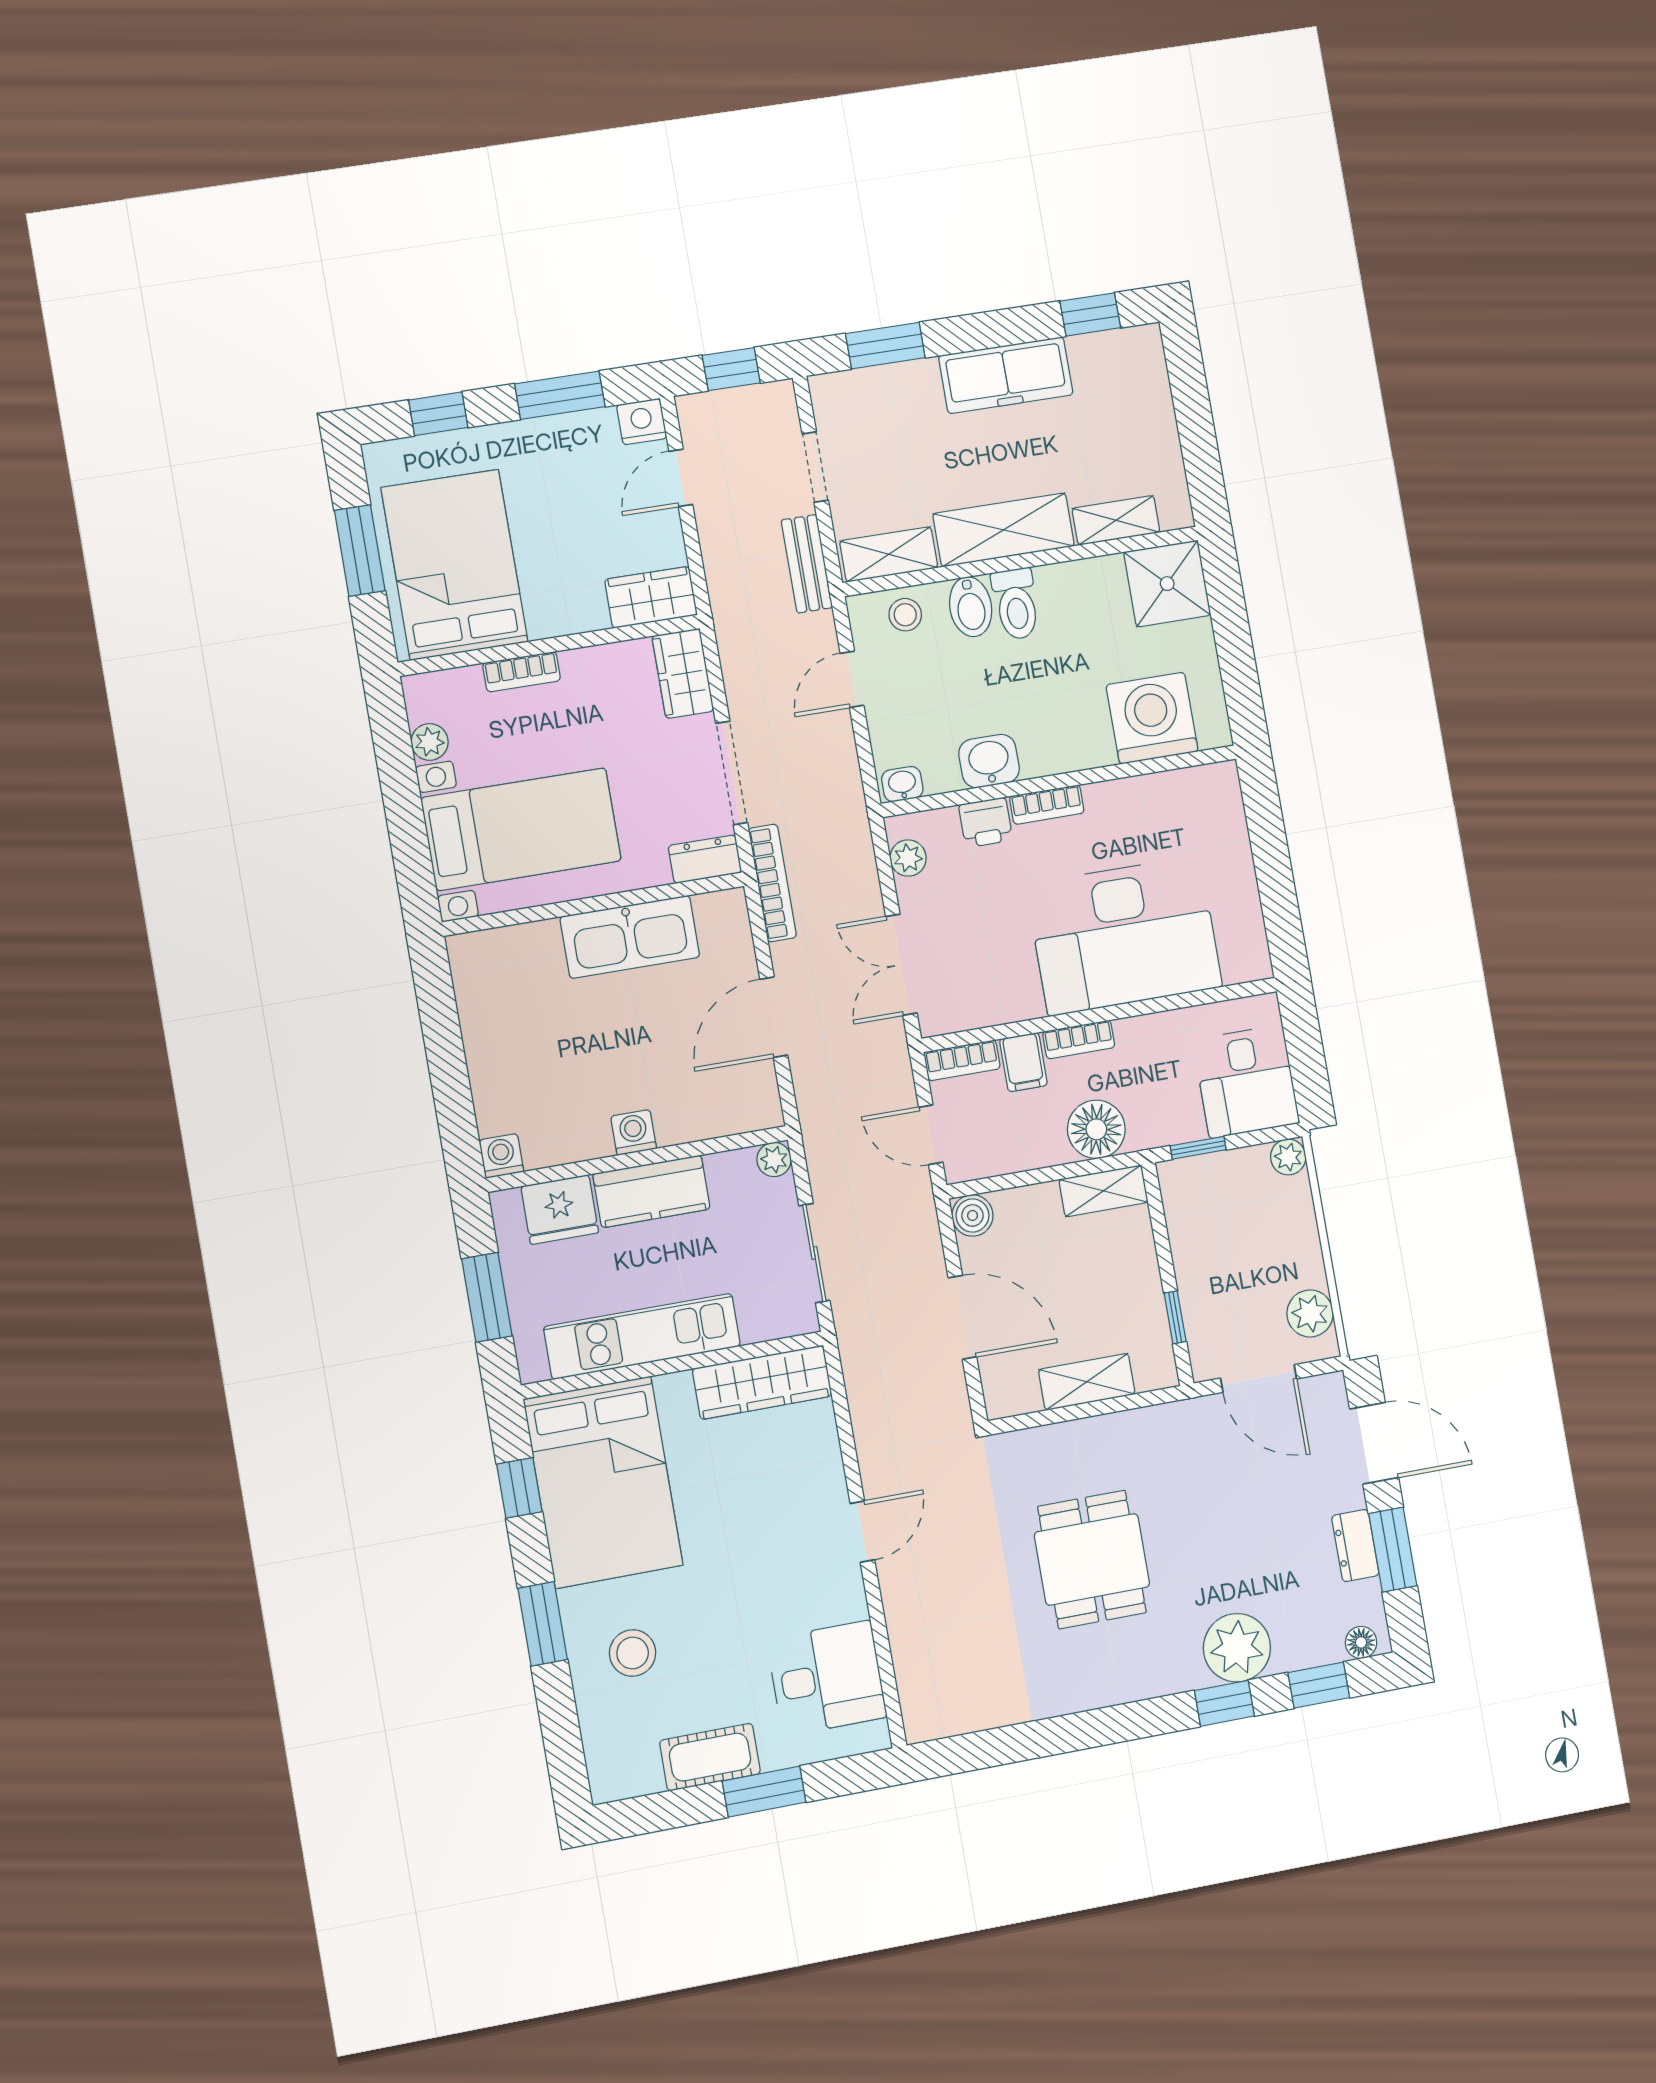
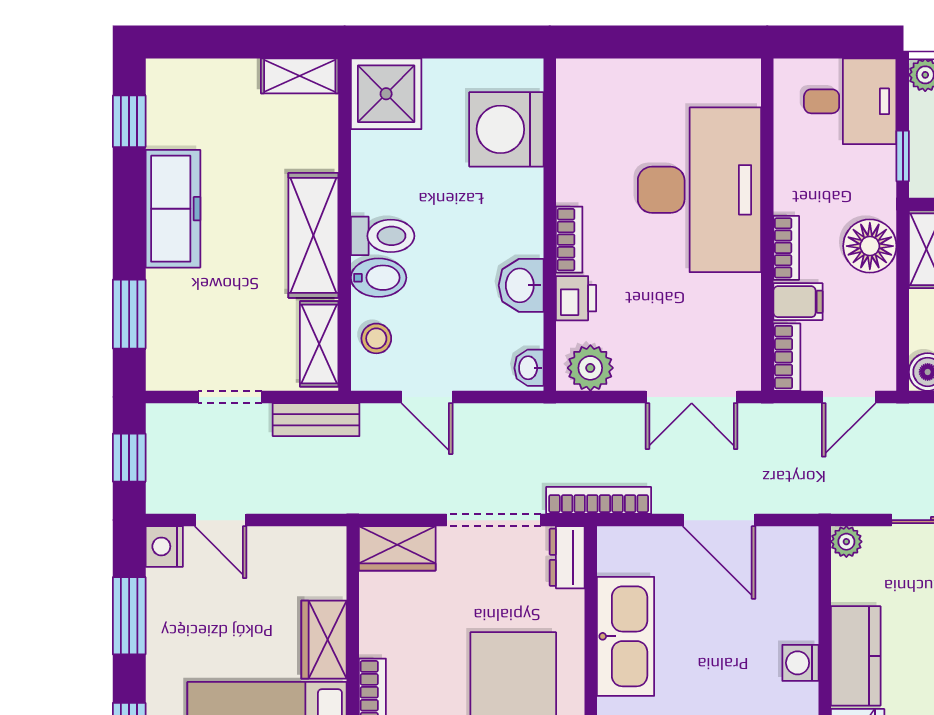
shelving: (1116, 520) -> (300, 76), moved, turned 90
wardrobe: (651, 597) -> (324, 640), moved
plant: (908, 858) -> (590, 368), width x1.38, depth x1.38

